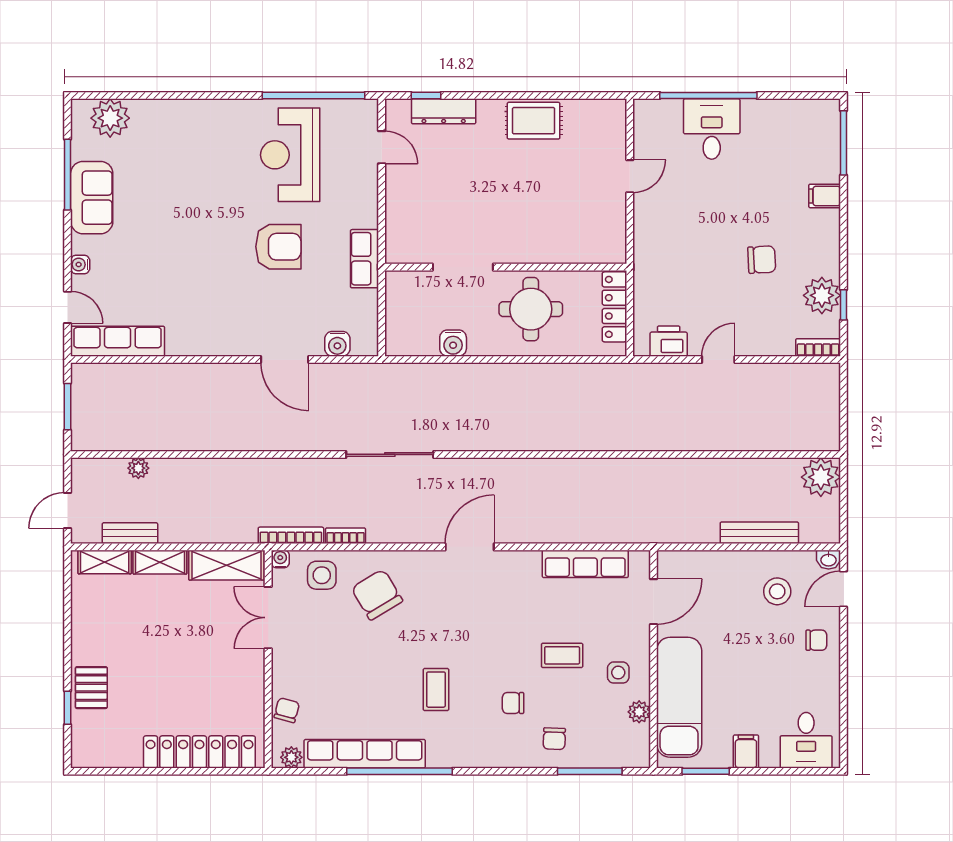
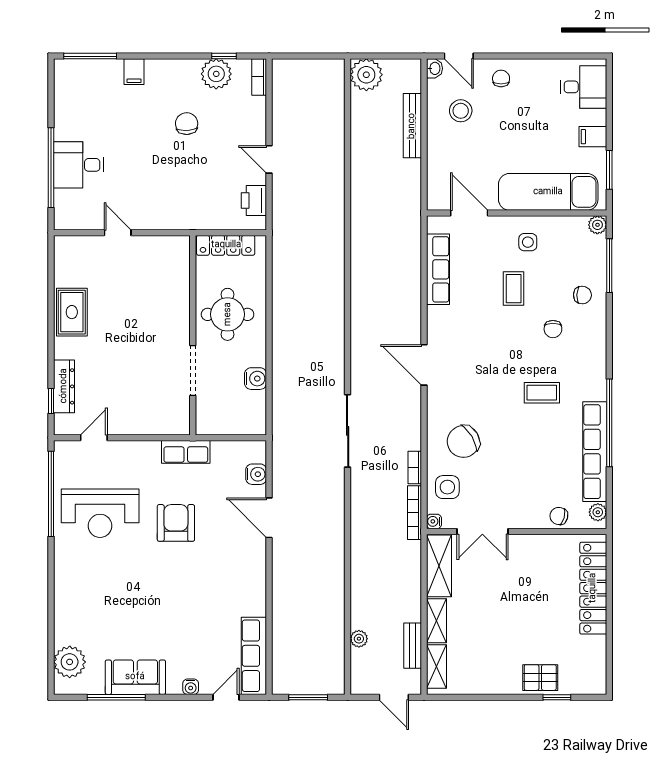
door: (285, 359) -> (269, 518), swing flipped
plant: (639, 712) -> (597, 225), moved

